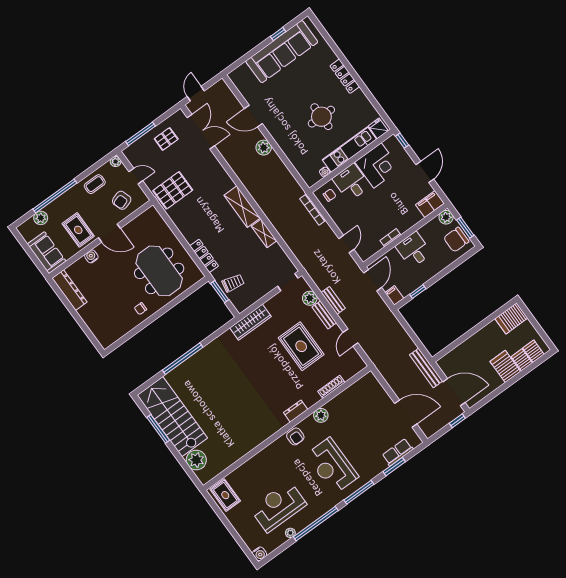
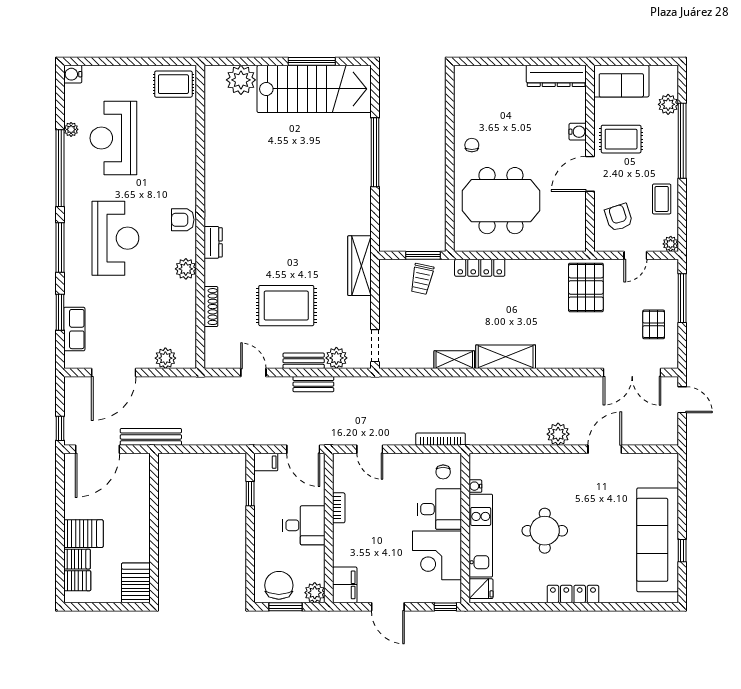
plant: (377, 391) -> (165, 358), added
reception desk: (332, 466) -> (115, 238), turned 90
reception desk: (278, 506) -> (113, 138), turned 180

